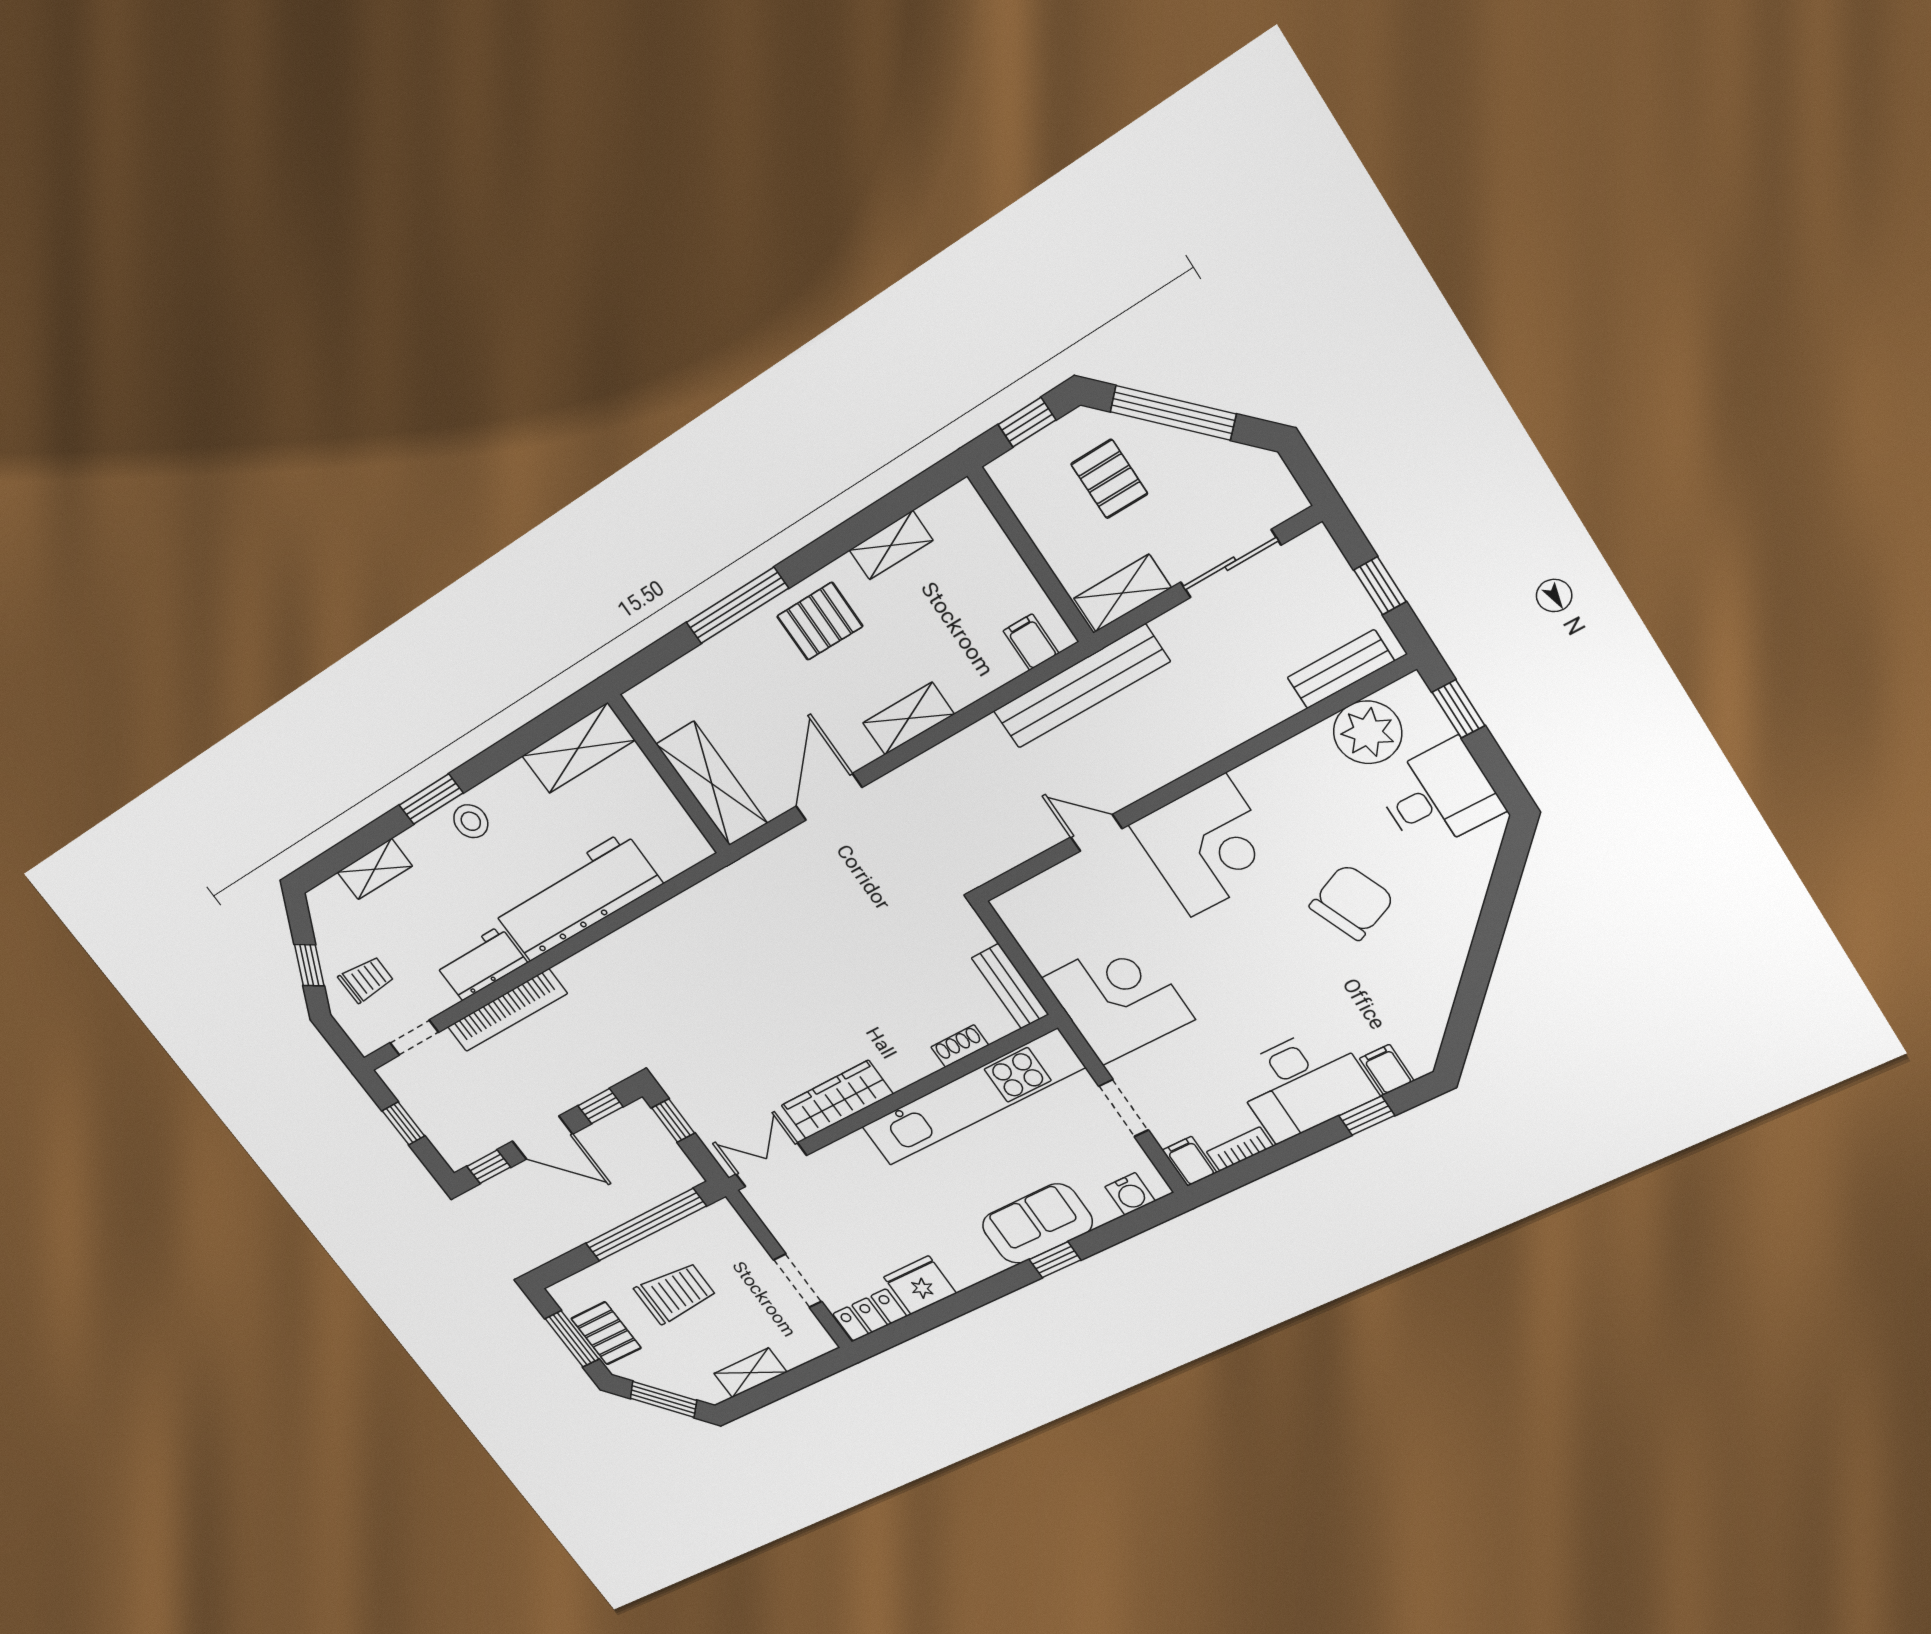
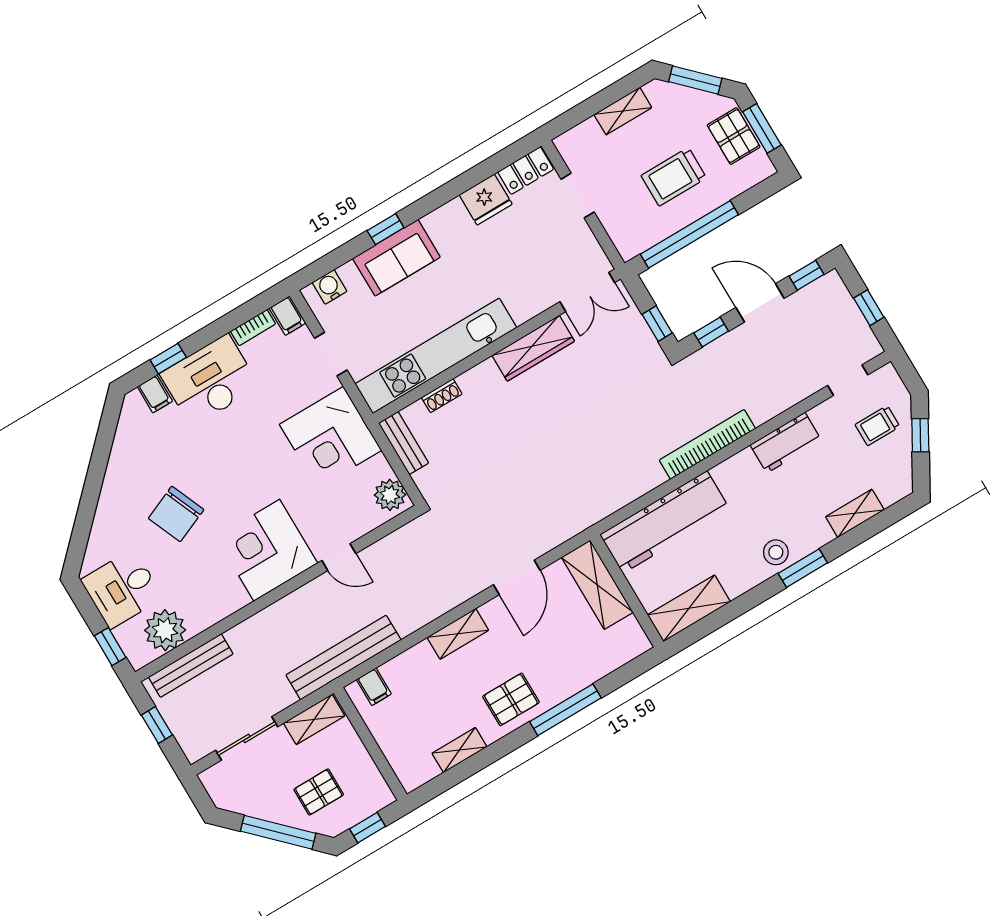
pallet: (1109, 479) -> (319, 792), turned 90
bench: (1341, 669) -> (191, 666), width x1.36
workbench: (577, 897) -> (665, 522), moved
plant: (1025, 917) -> (390, 495), added
bookcase: (507, 1010) -> (707, 444), moved

